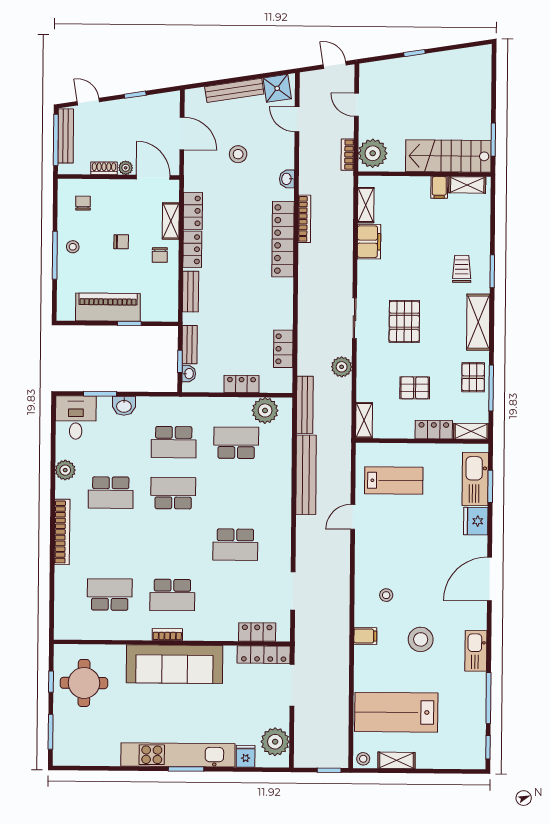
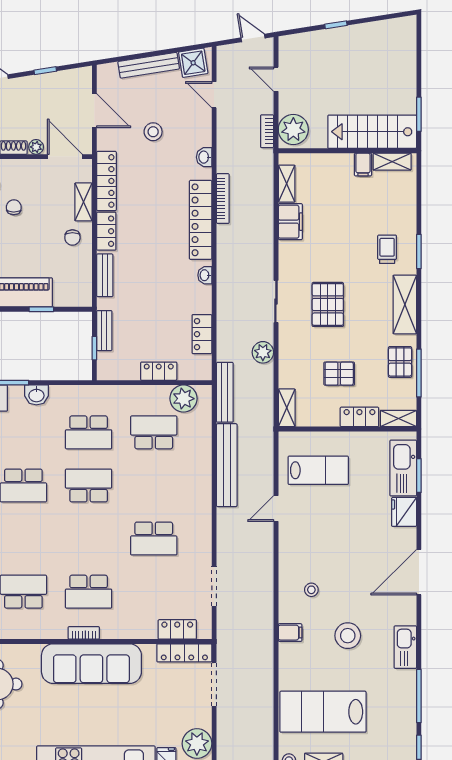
locker: (193, 211) -> (106, 181), width x1.53
chair: (121, 242) -> (14, 207), moved, turned -89
washbasin: (189, 374) -> (205, 275), moved, turned 180

